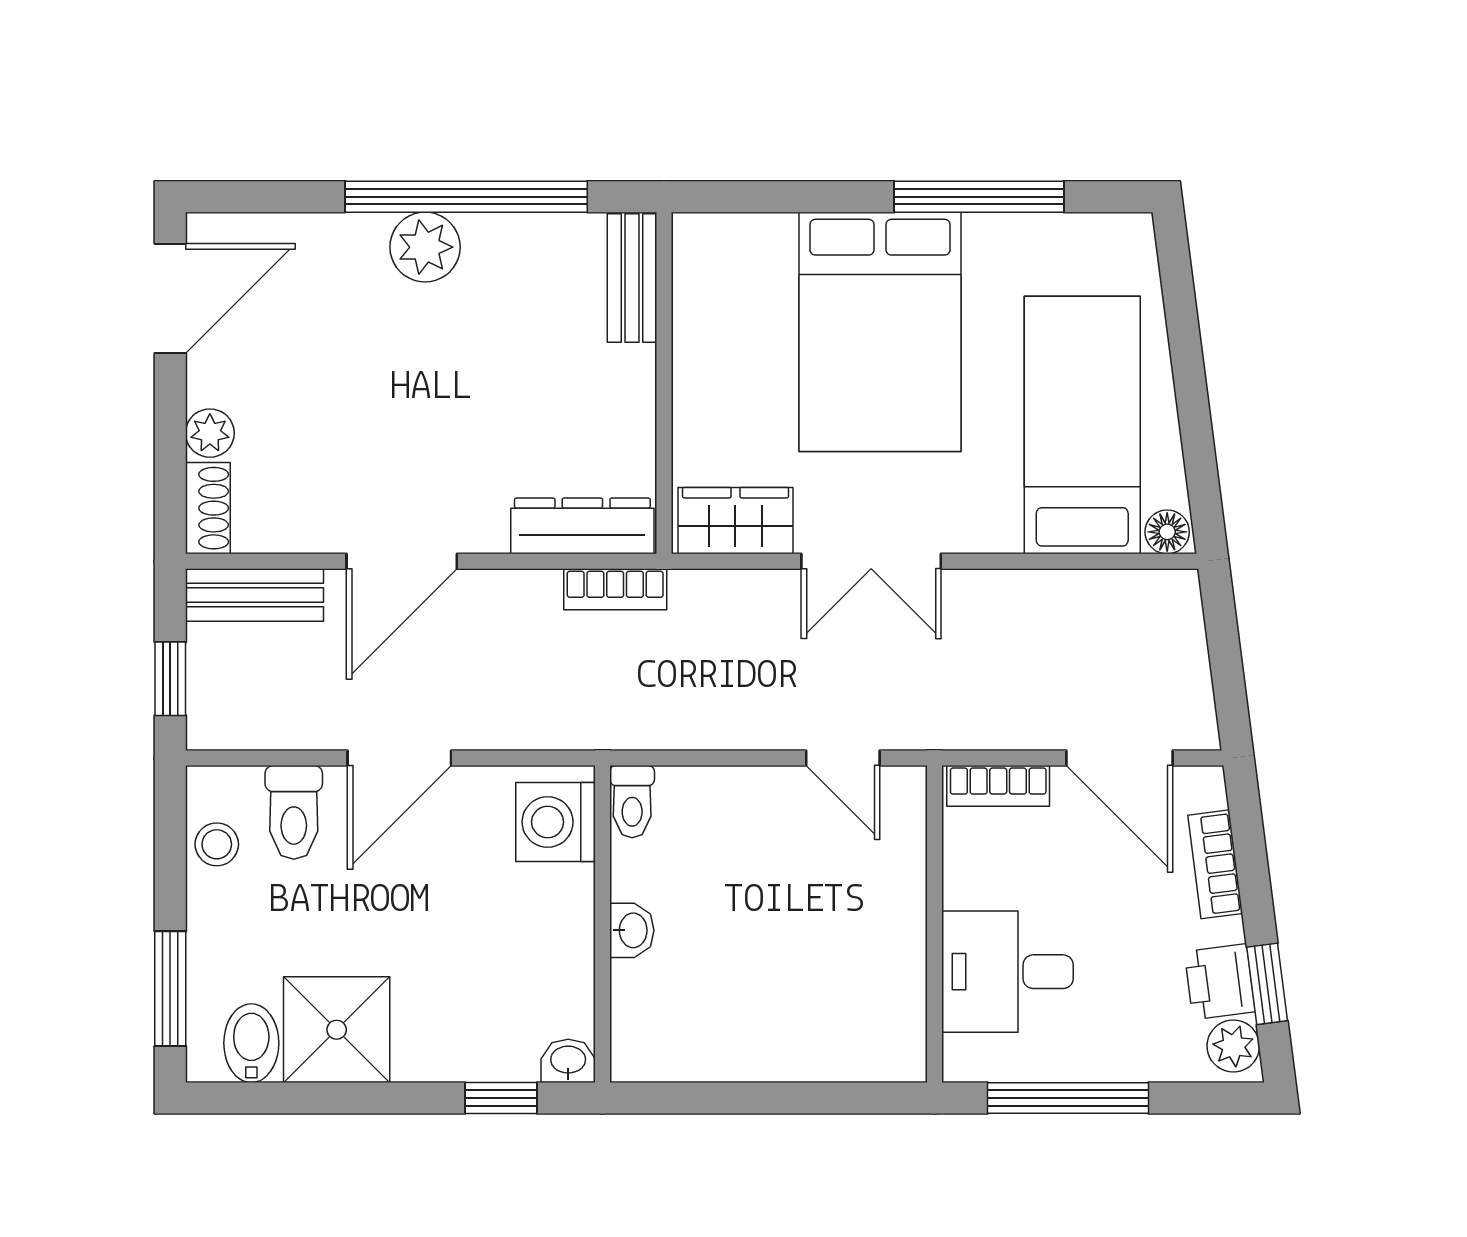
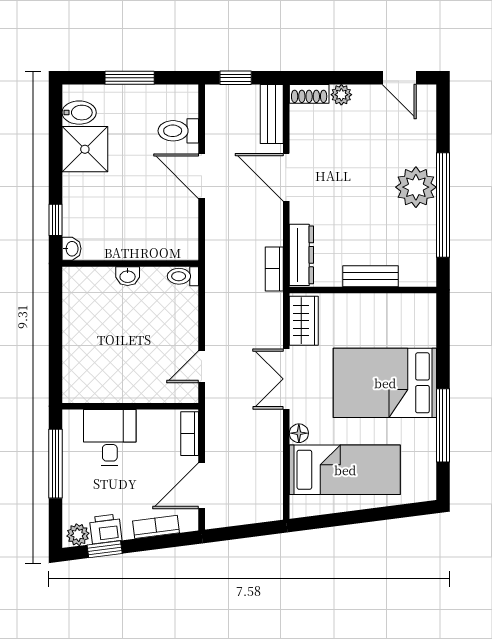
plant: (425, 247) -> (416, 187), width x1.36, depth x1.36
bench: (632, 278) -> (371, 276), moved
door: (170, 298) -> (399, 78), width x0.73
floor lamp: (1167, 532) -> (299, 433), moved
washing machine: (555, 822) -> (174, 243), removed
stool: (217, 844) -> (165, 98), removed
window: (170, 989) -> (130, 78), moved

